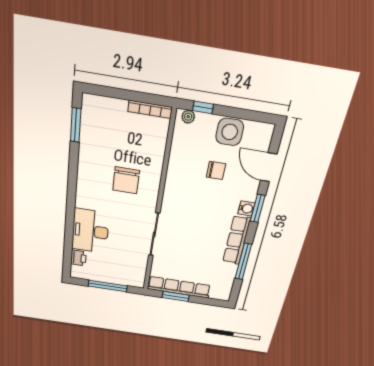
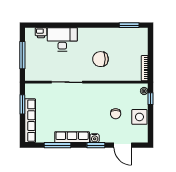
door: (269, 167) -> (123, 145), swing flipped
row of seats: (179, 287) -> (30, 121), moved

